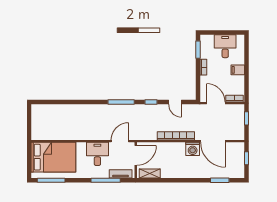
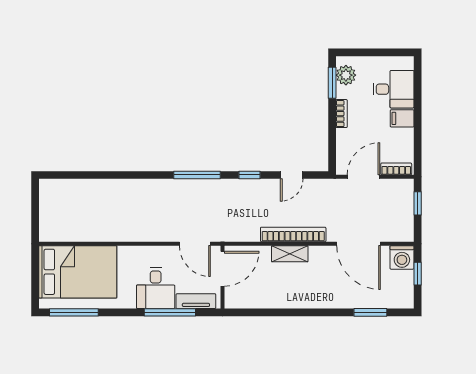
plant: (206, 45) -> (346, 75), added
desk: (225, 46) -> (393, 89), moved, turned 90
door: (175, 102) -> (292, 175), hinge flipped
door: (216, 103) -> (363, 177), hinge flipped
door: (120, 141) -> (195, 244), swing flipped
washing machine: (193, 149) -> (402, 257), moved
desk: (97, 154) -> (156, 288), moved, turned 180
shelving: (150, 173) -> (290, 254), moved

